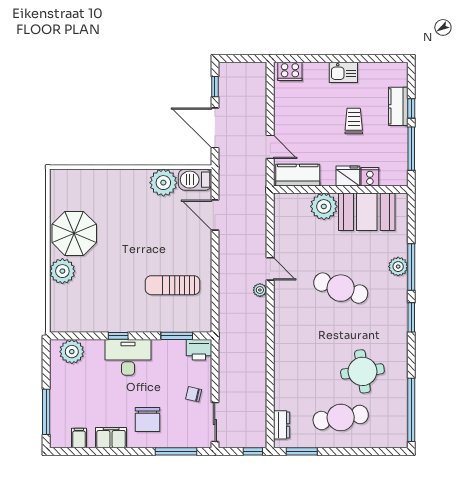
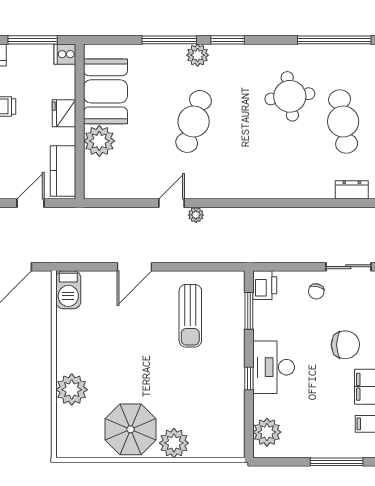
cooker: (370, 177) -> (65, 54), moved
plant: (163, 183) -> (72, 390), moved
door: (215, 215) -> (135, 267), moved
plant: (398, 267) -> (198, 55), moved

